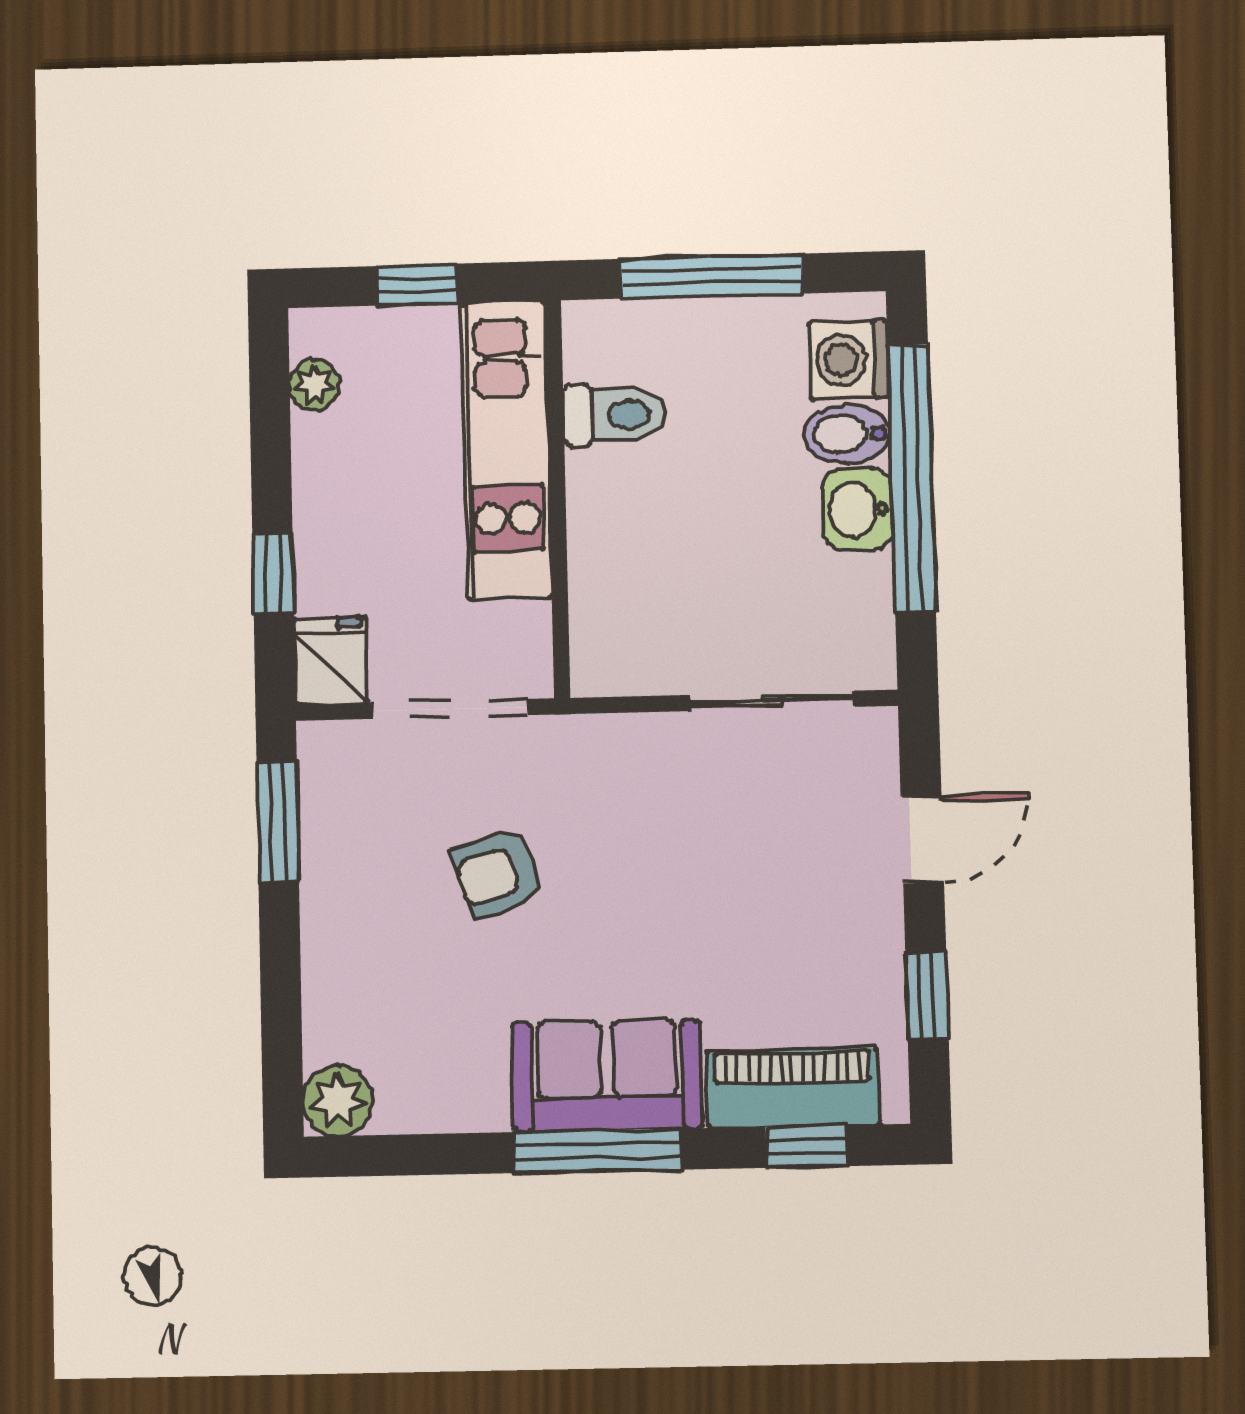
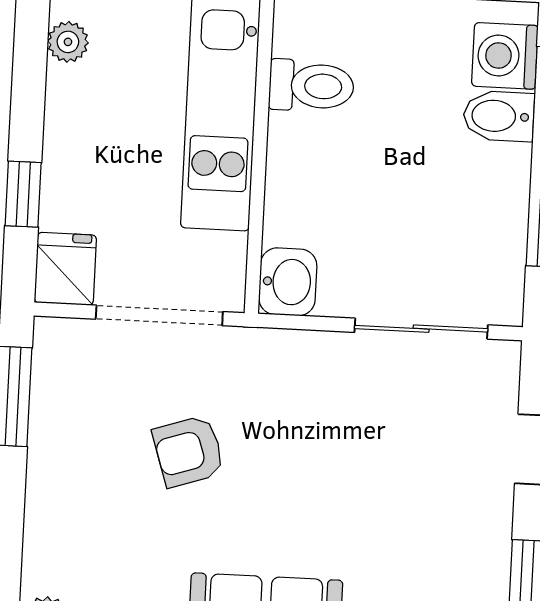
washbasin: (857, 509) -> (288, 282), moved, turned 180

